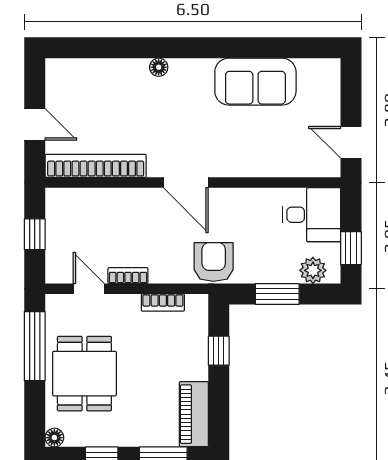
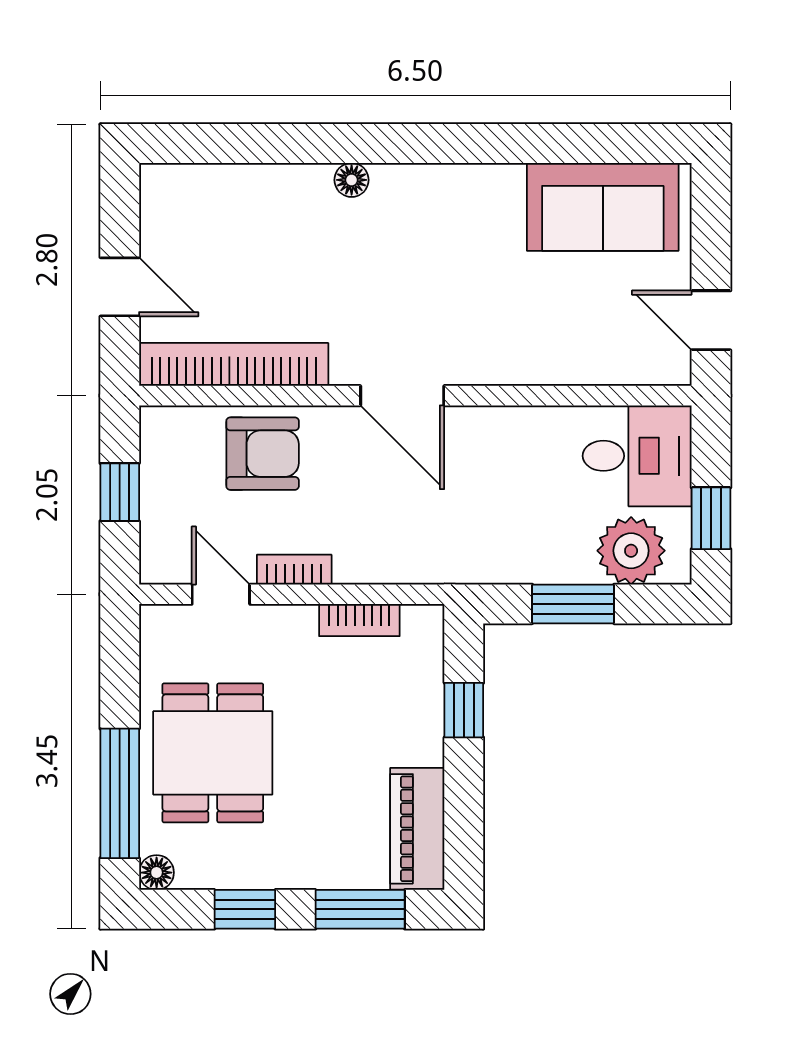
sofa: (255, 82) -> (603, 207), moved
armchair: (214, 262) -> (263, 454), moved, turned 90
plant: (313, 270) -> (631, 551), width x1.36, depth x1.36
window: (35, 346) -> (120, 793), moved

